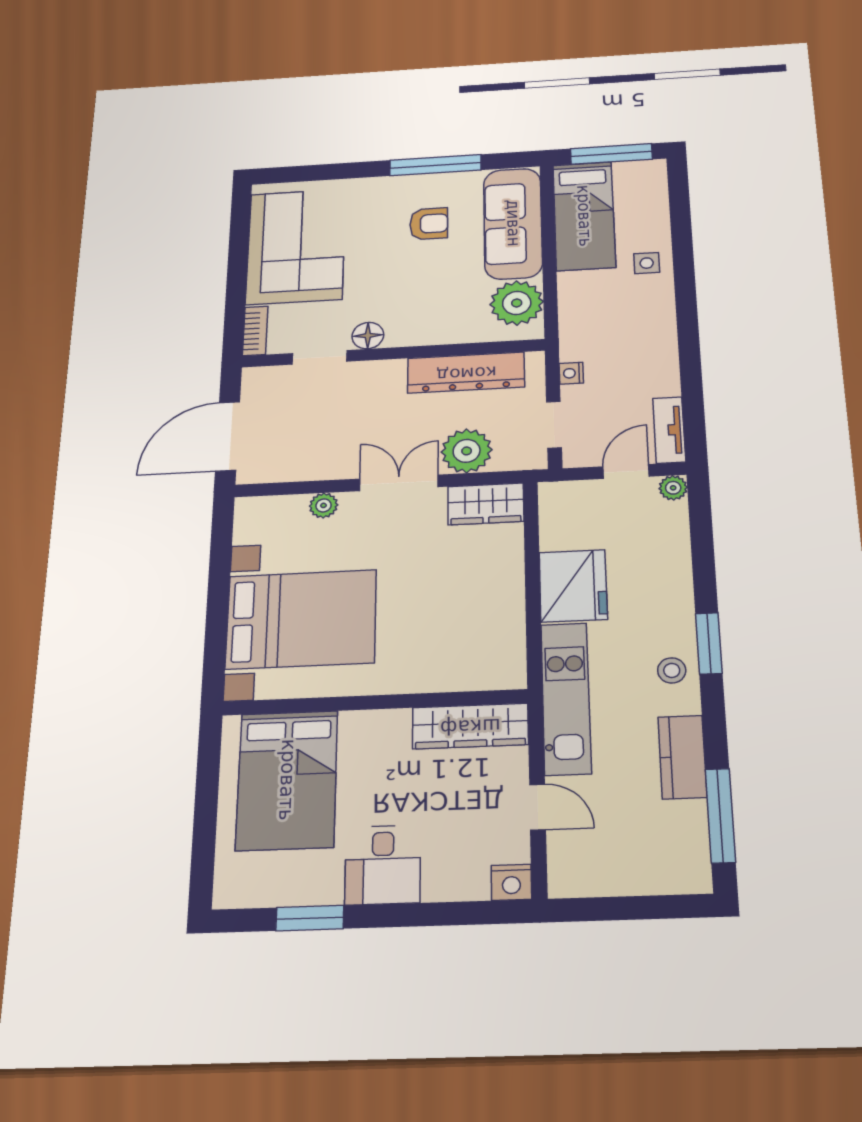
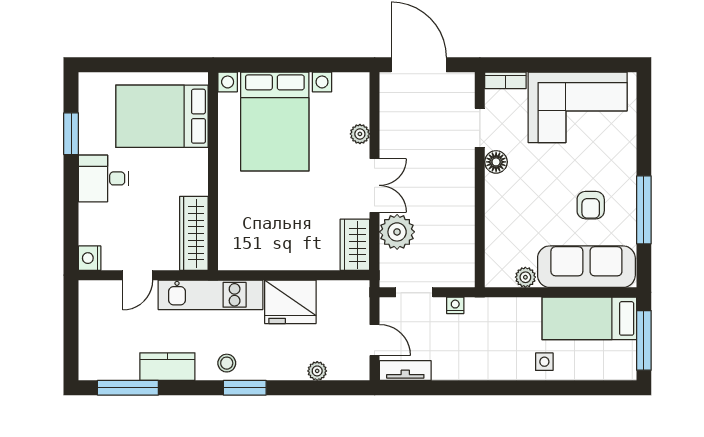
plant: (517, 303) -> (525, 277), width x0.53, depth x0.53
dresser: (466, 373) -> (460, 232), removed
plant: (673, 488) -> (317, 371), moved

